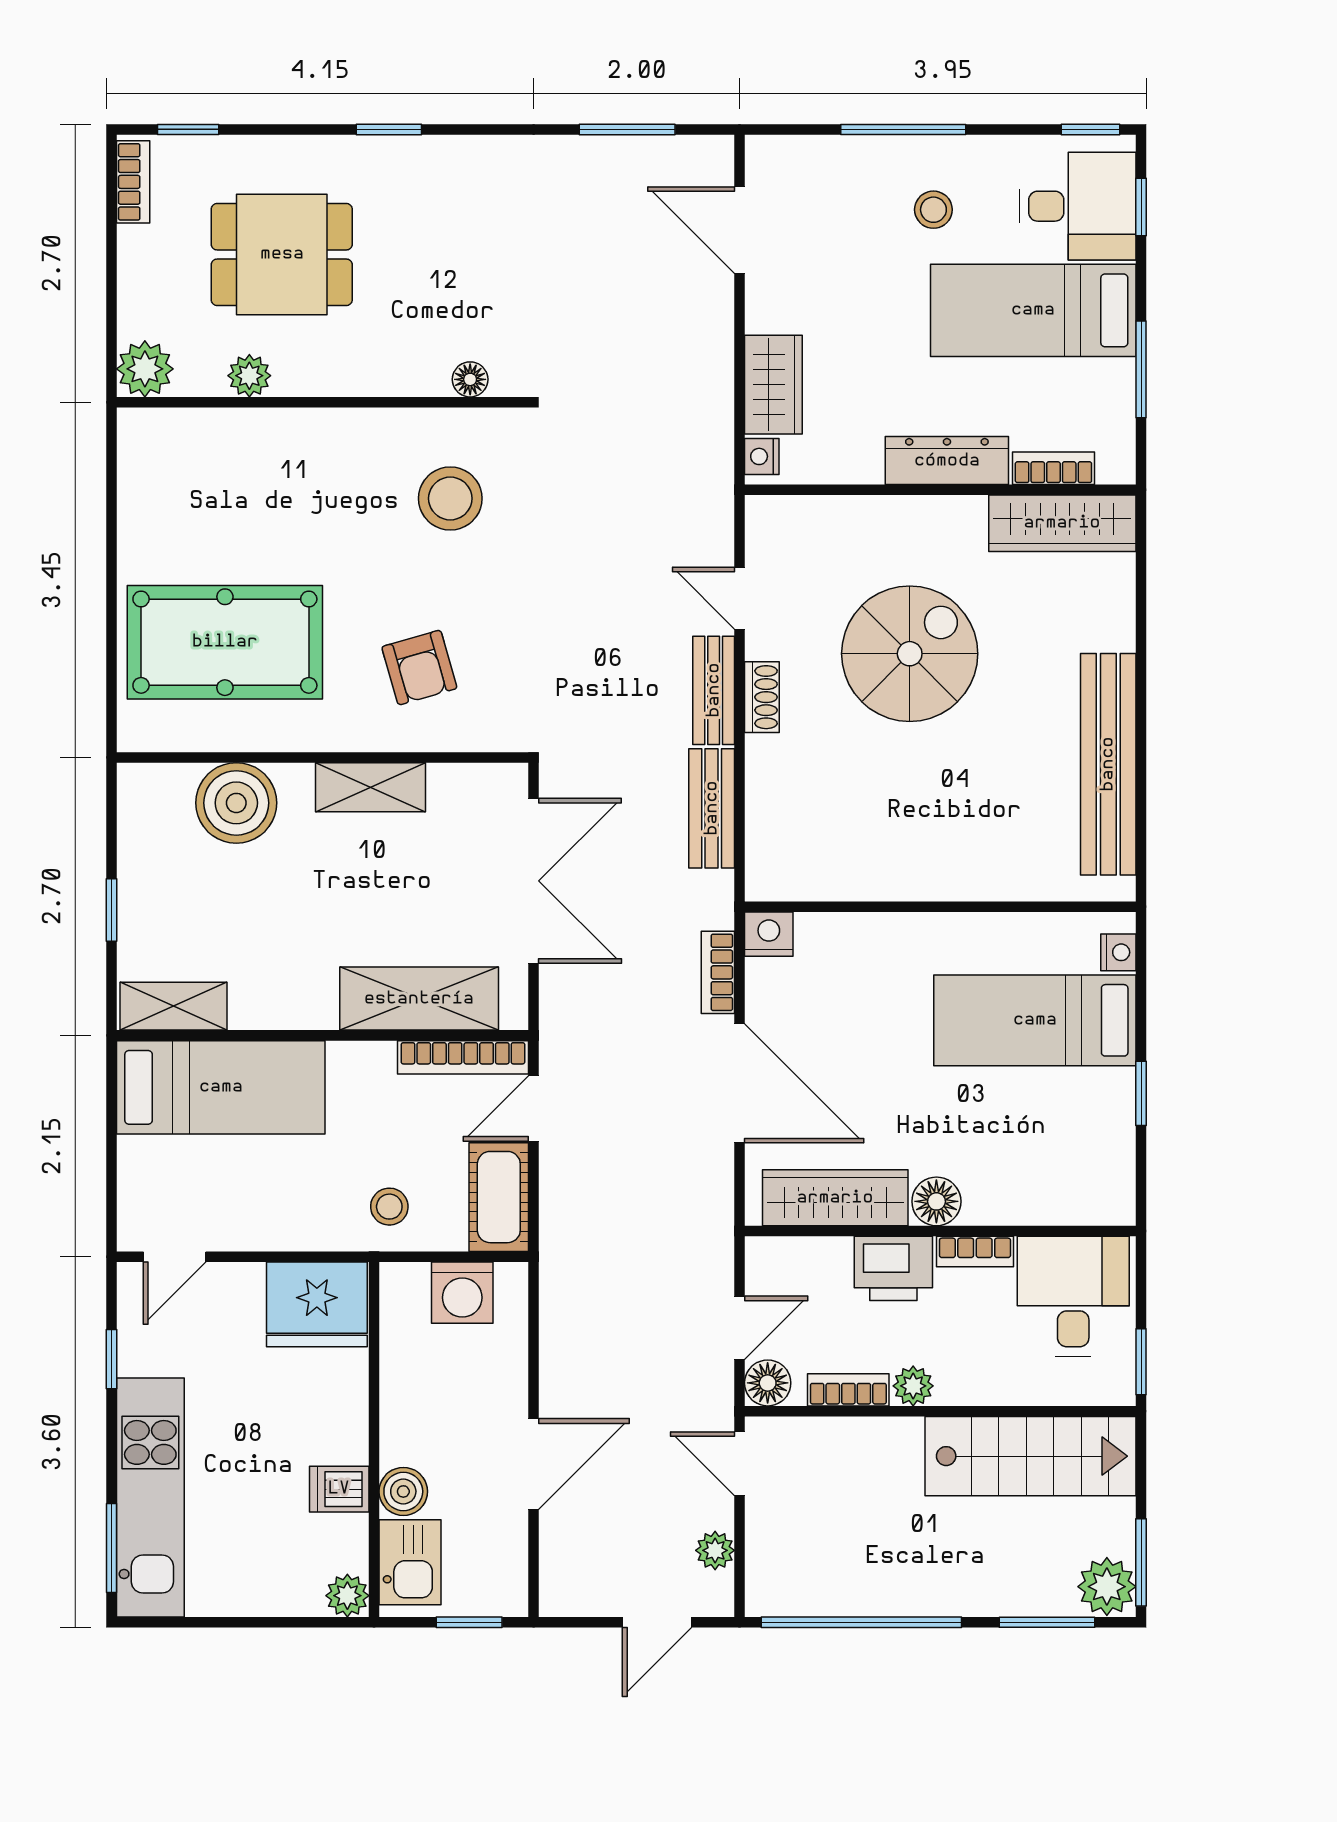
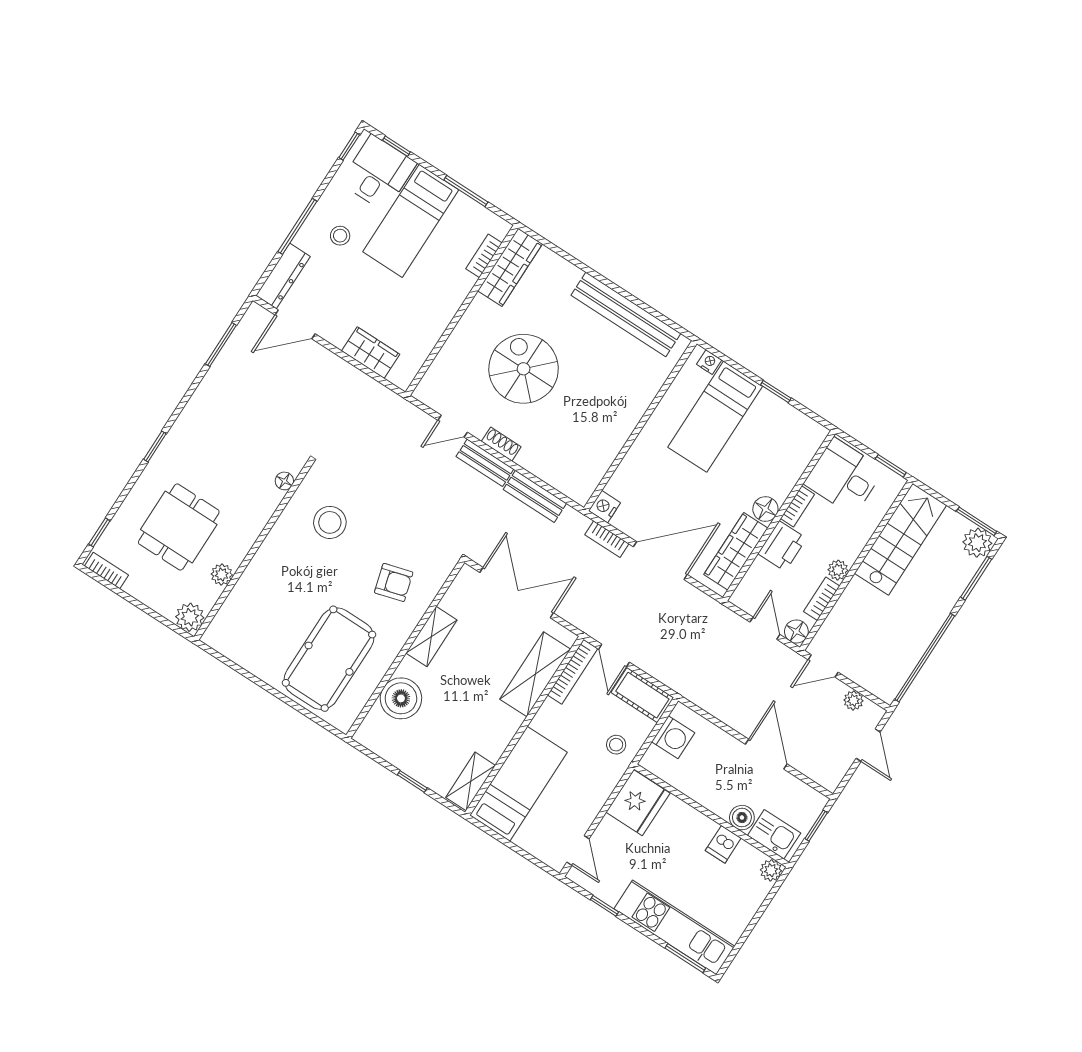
nightstand: (762, 456) -> (398, 377), removed
dresser: (947, 461) -> (283, 276), moved, turned 180

